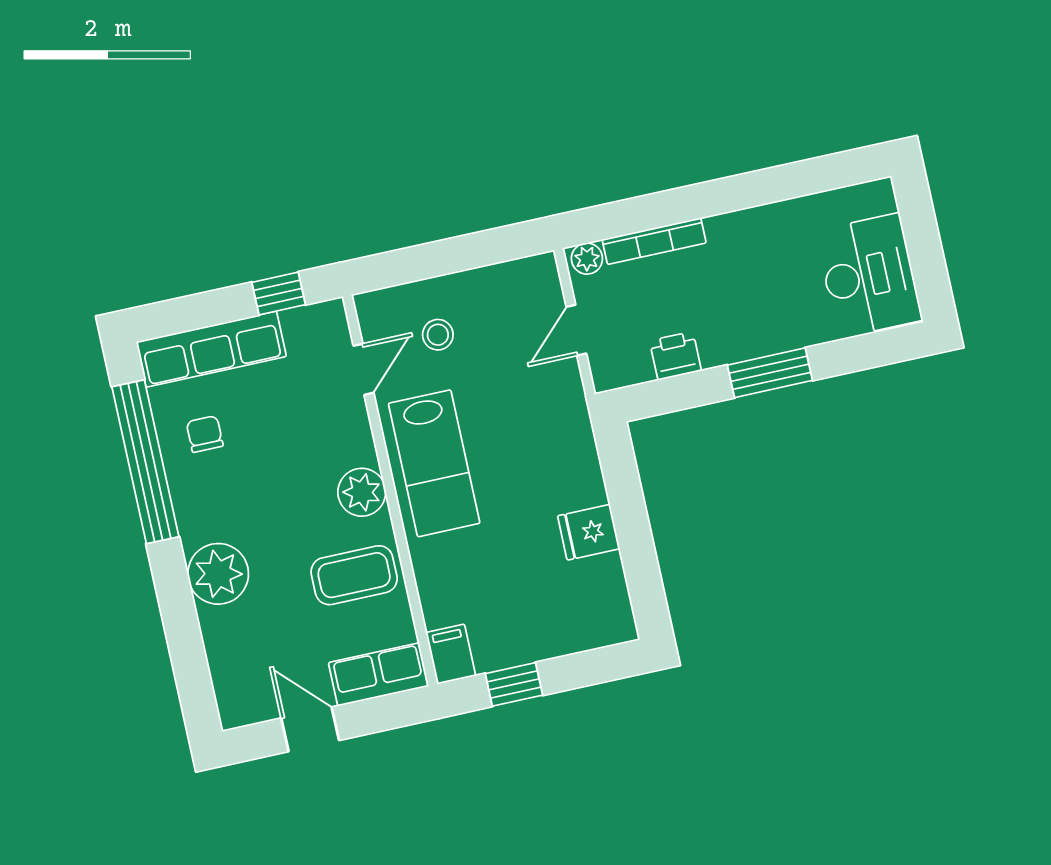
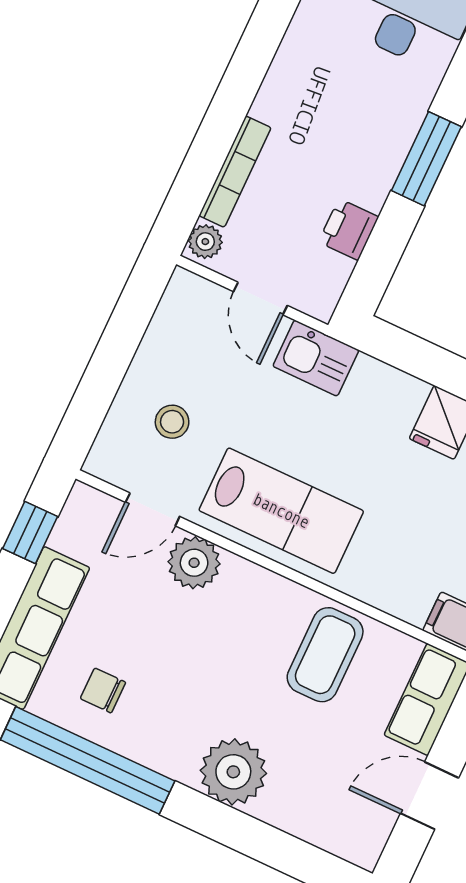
door: (363, 369) -> (153, 509), swing flipped
kitchen sink: (564, 404) -> (316, 358), added
plant: (362, 492) -> (194, 563), moved

